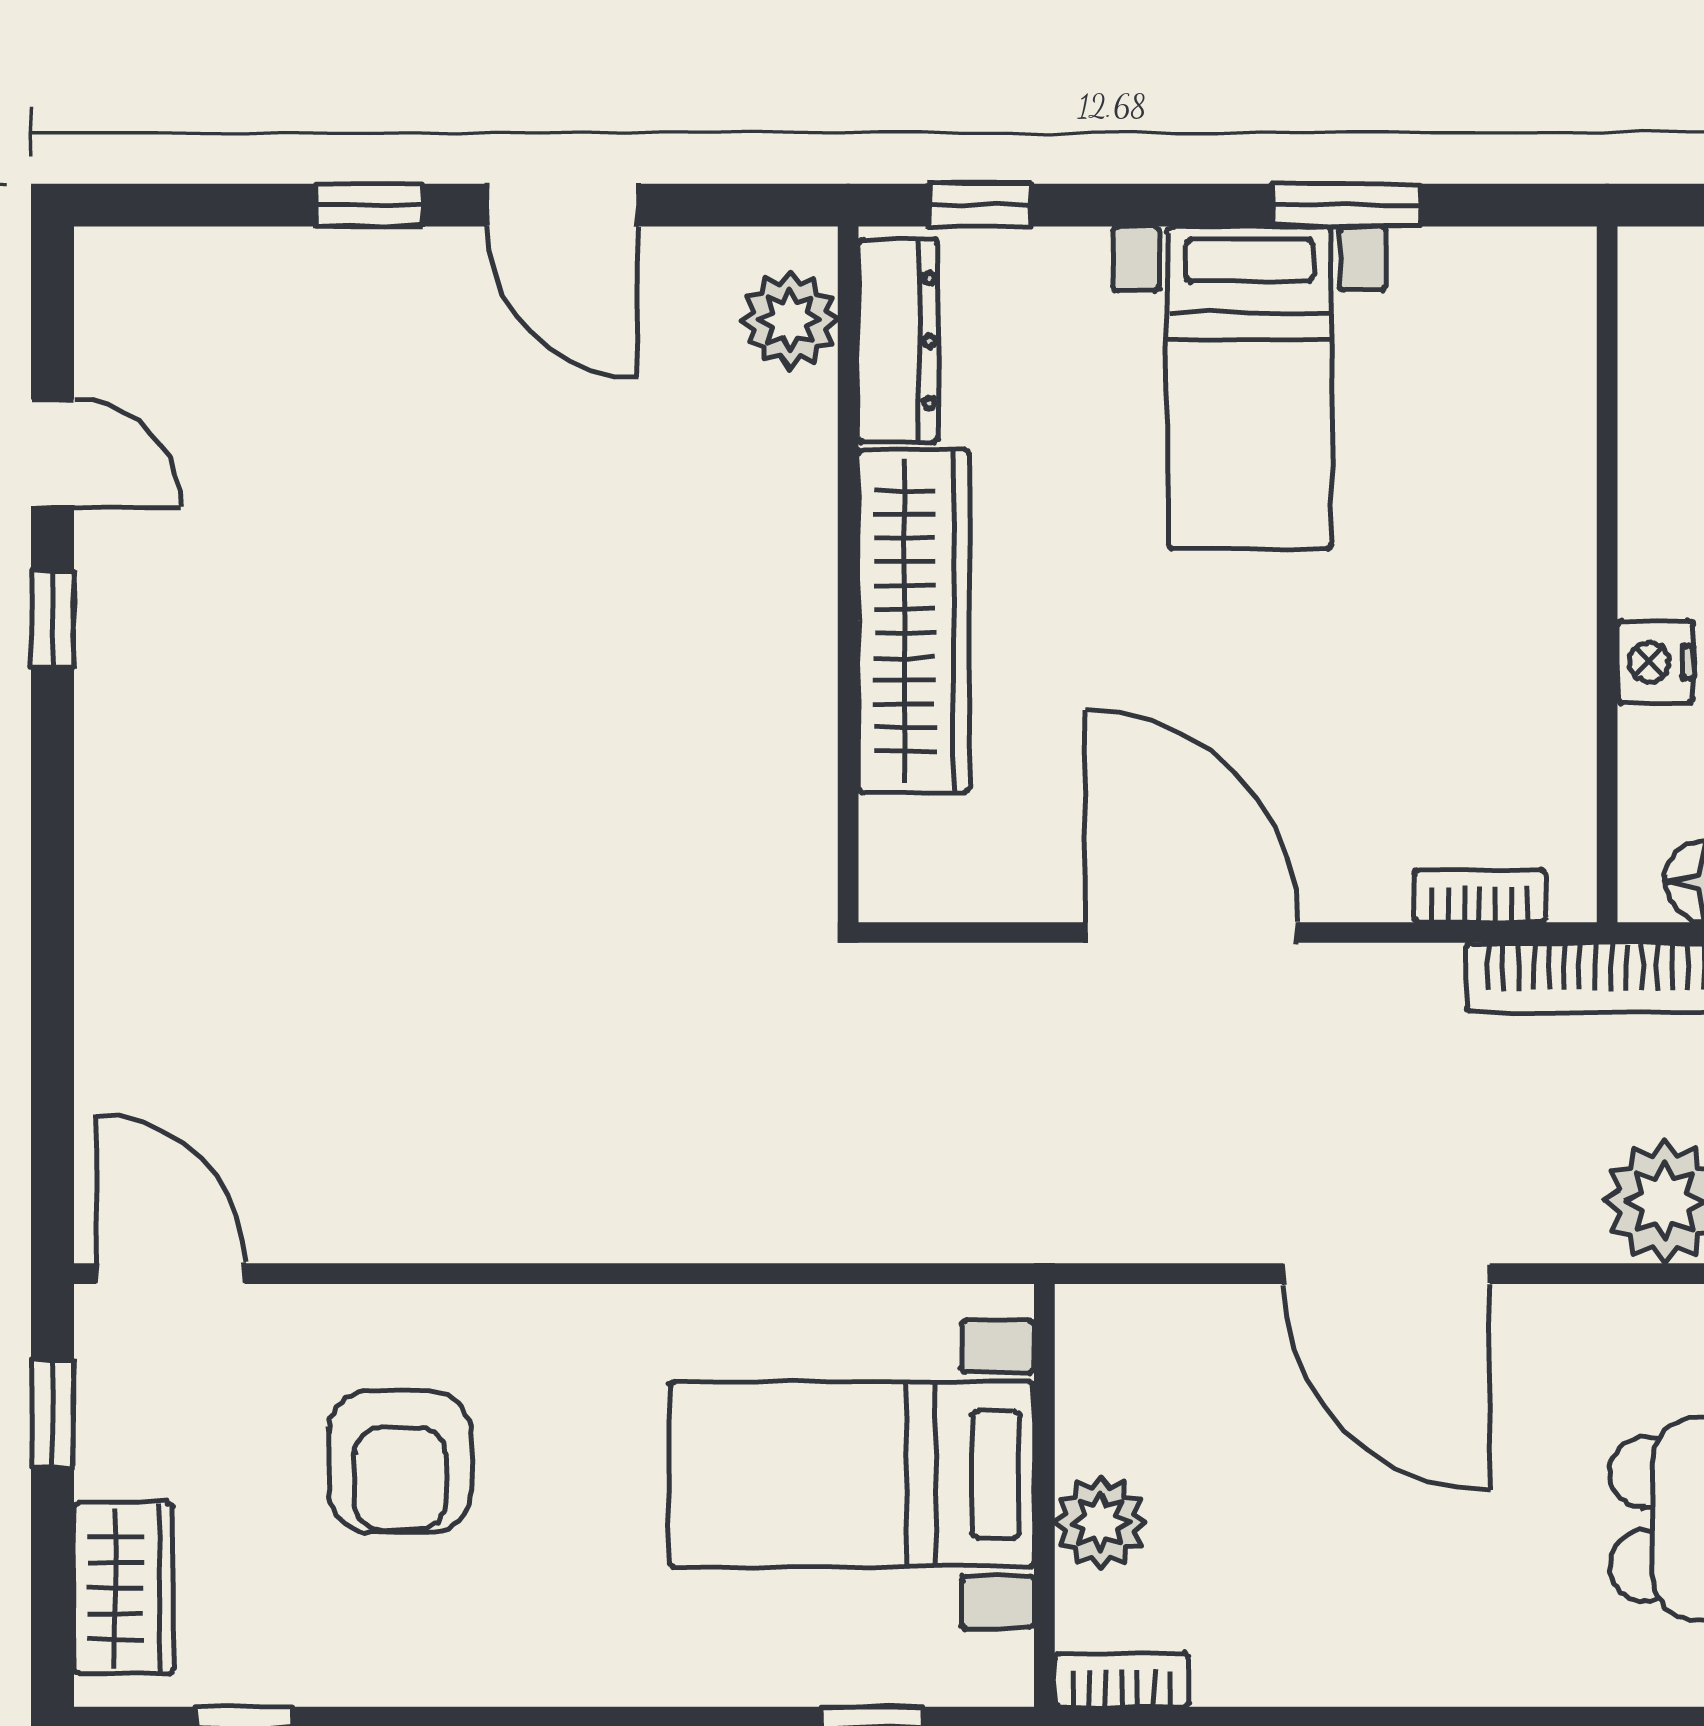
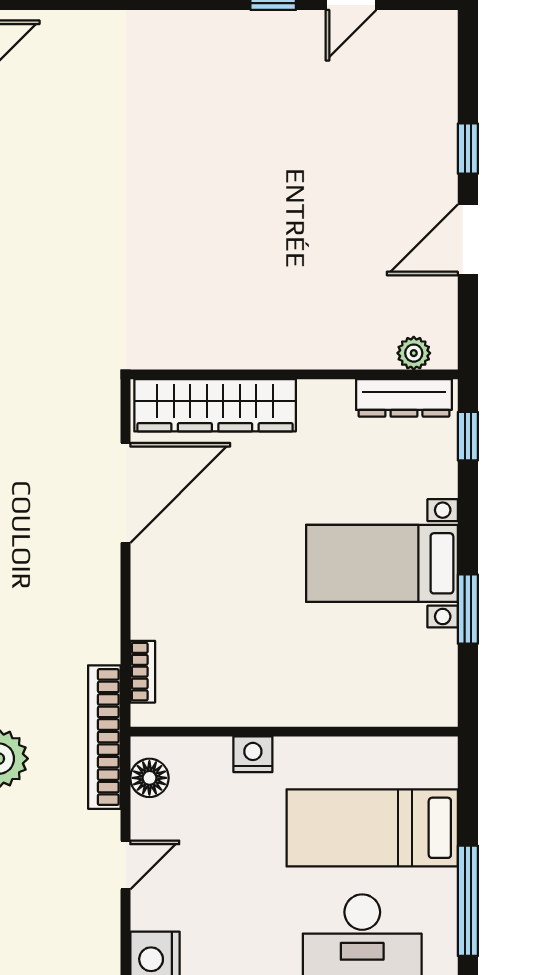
plant: (790, 320) -> (414, 353), width x0.73, depth x0.73
wardrobe: (914, 621) -> (215, 405), moved
door: (1192, 933) -> (125, 493), moved

